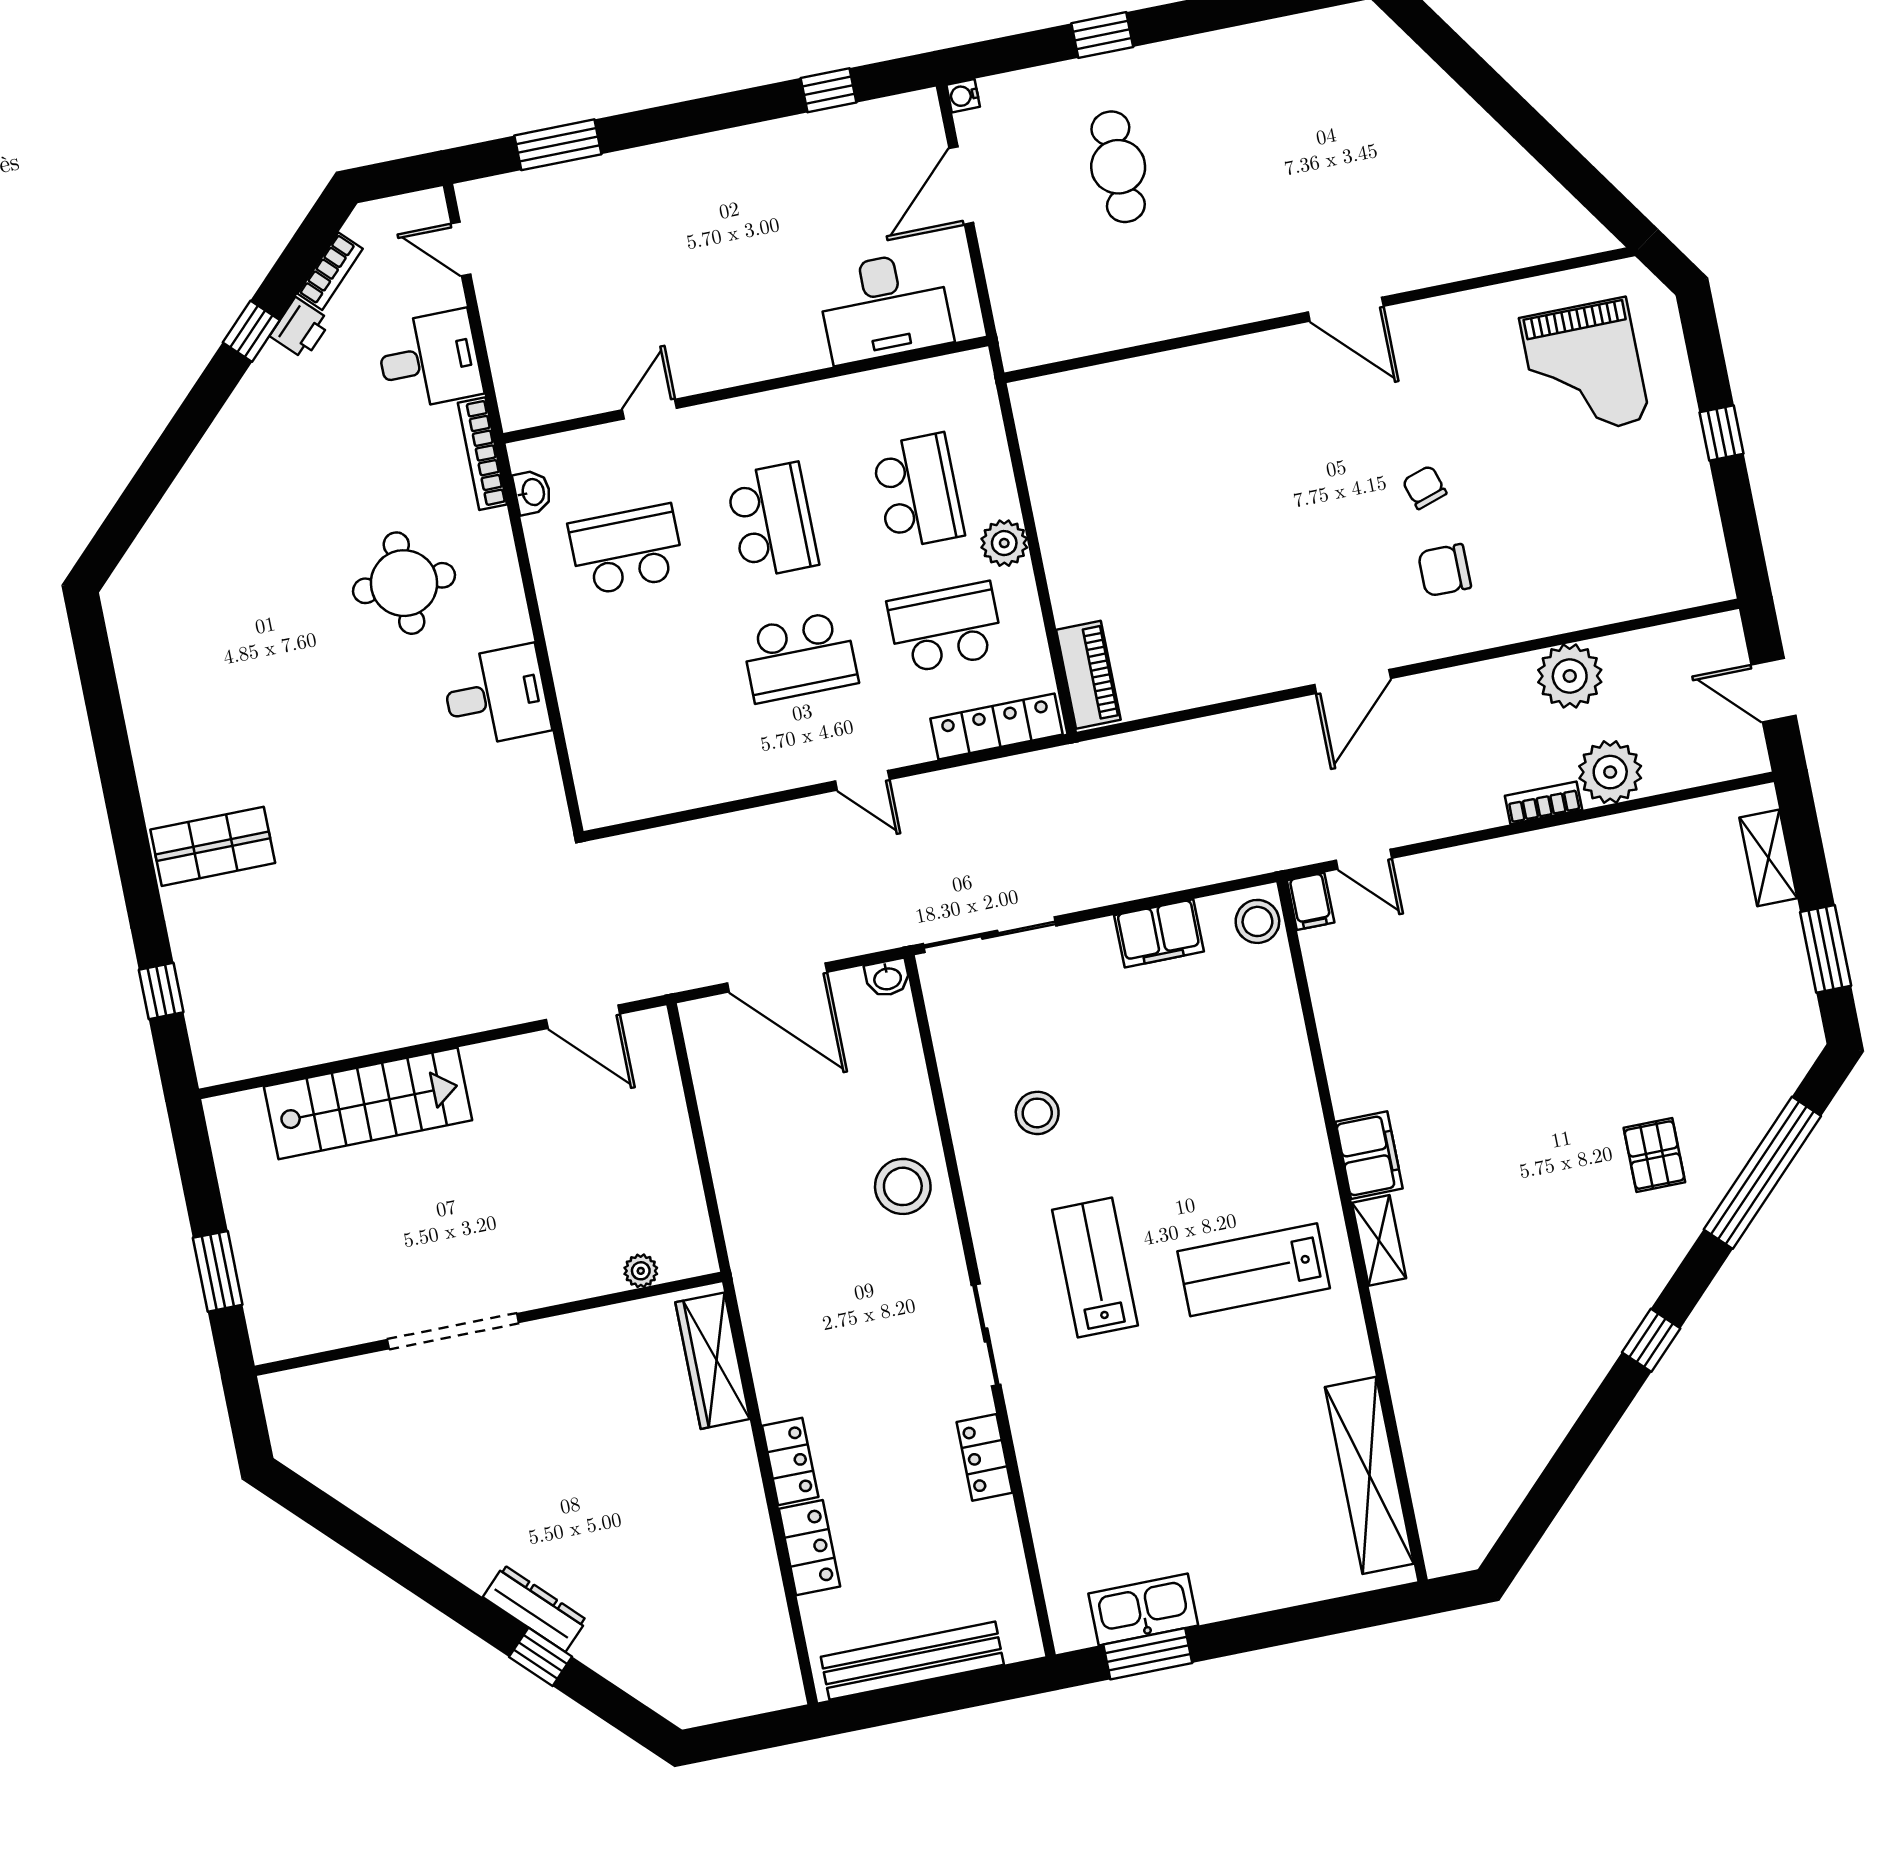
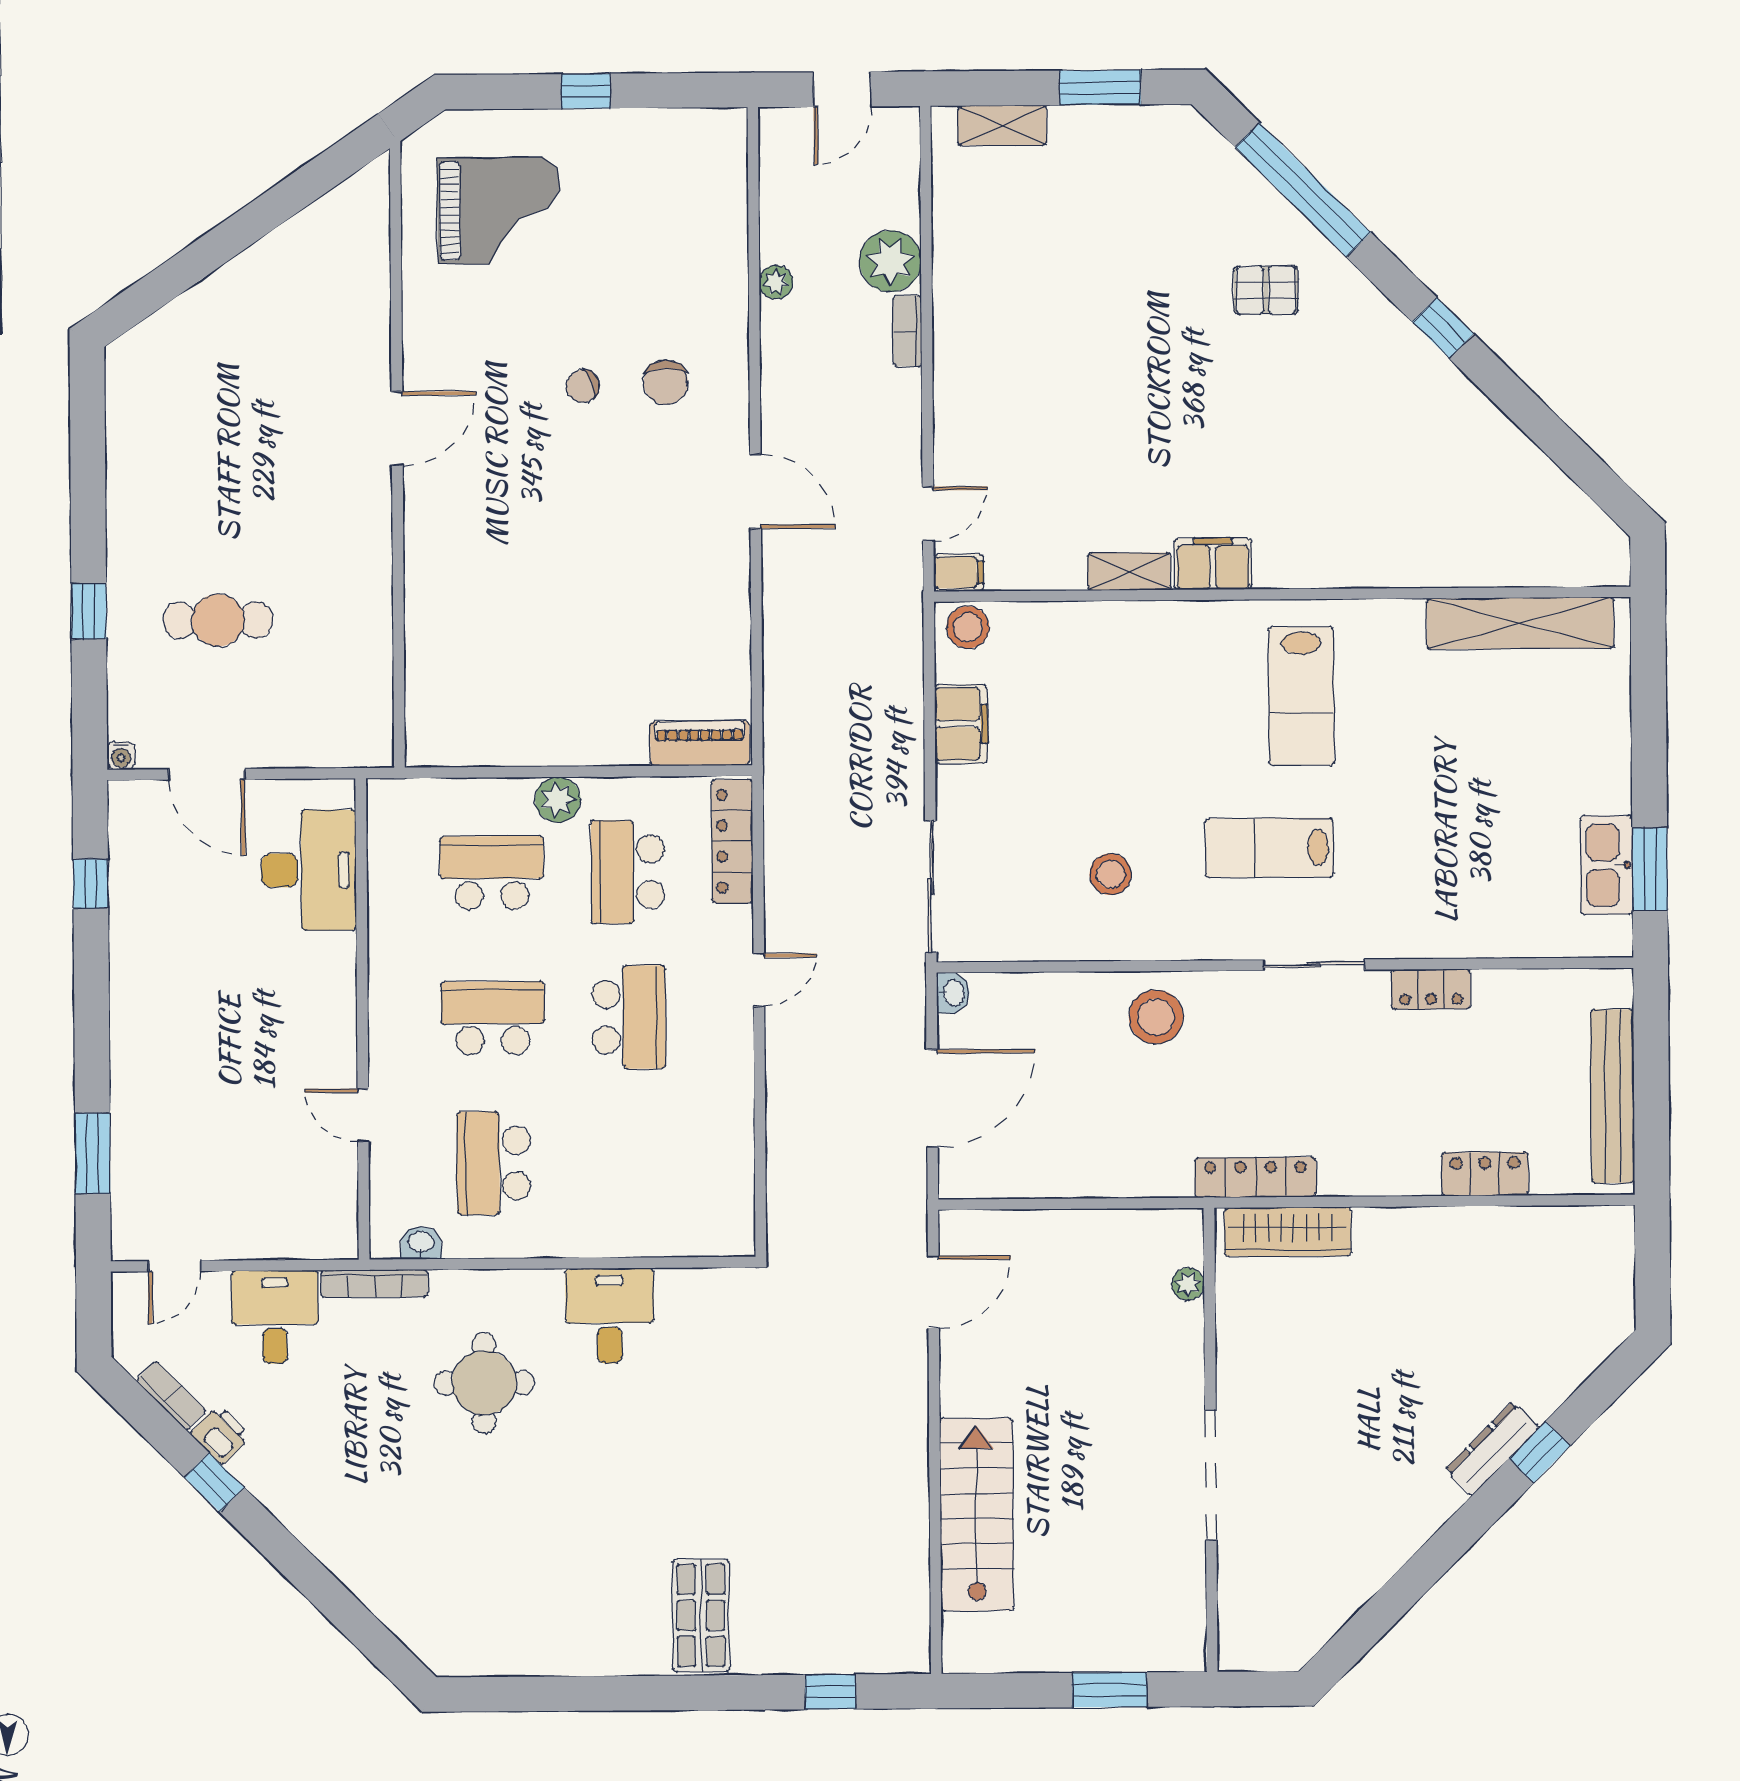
plant: (1570, 676) -> (776, 282), width x0.53, depth x0.53
shelving: (1379, 1240) -> (1129, 571), moved
locker: (790, 1461) -> (1255, 1177), moved, width x1.53

